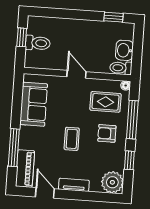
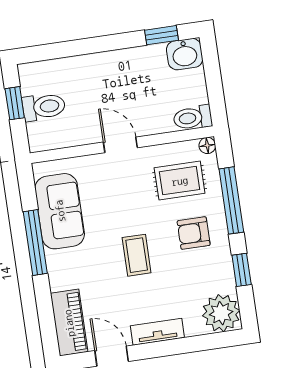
washbasin: (124, 50) -> (185, 54), moved, turned -90
window: (14, 148) -> (35, 243), moved

